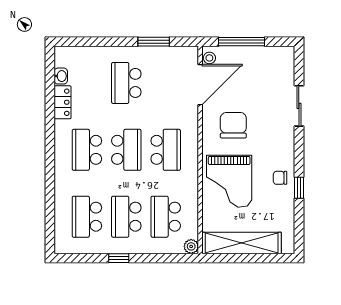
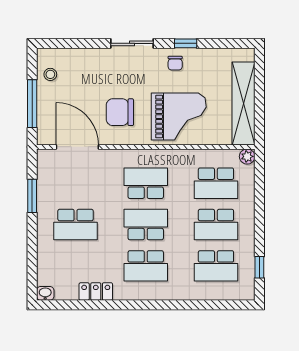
stool: (209, 58) -> (50, 74), moved
washbasin: (61, 76) -> (45, 293), moved
sliding door: (299, 106) -> (132, 43), moved
window: (119, 258) -> (259, 267), moved

